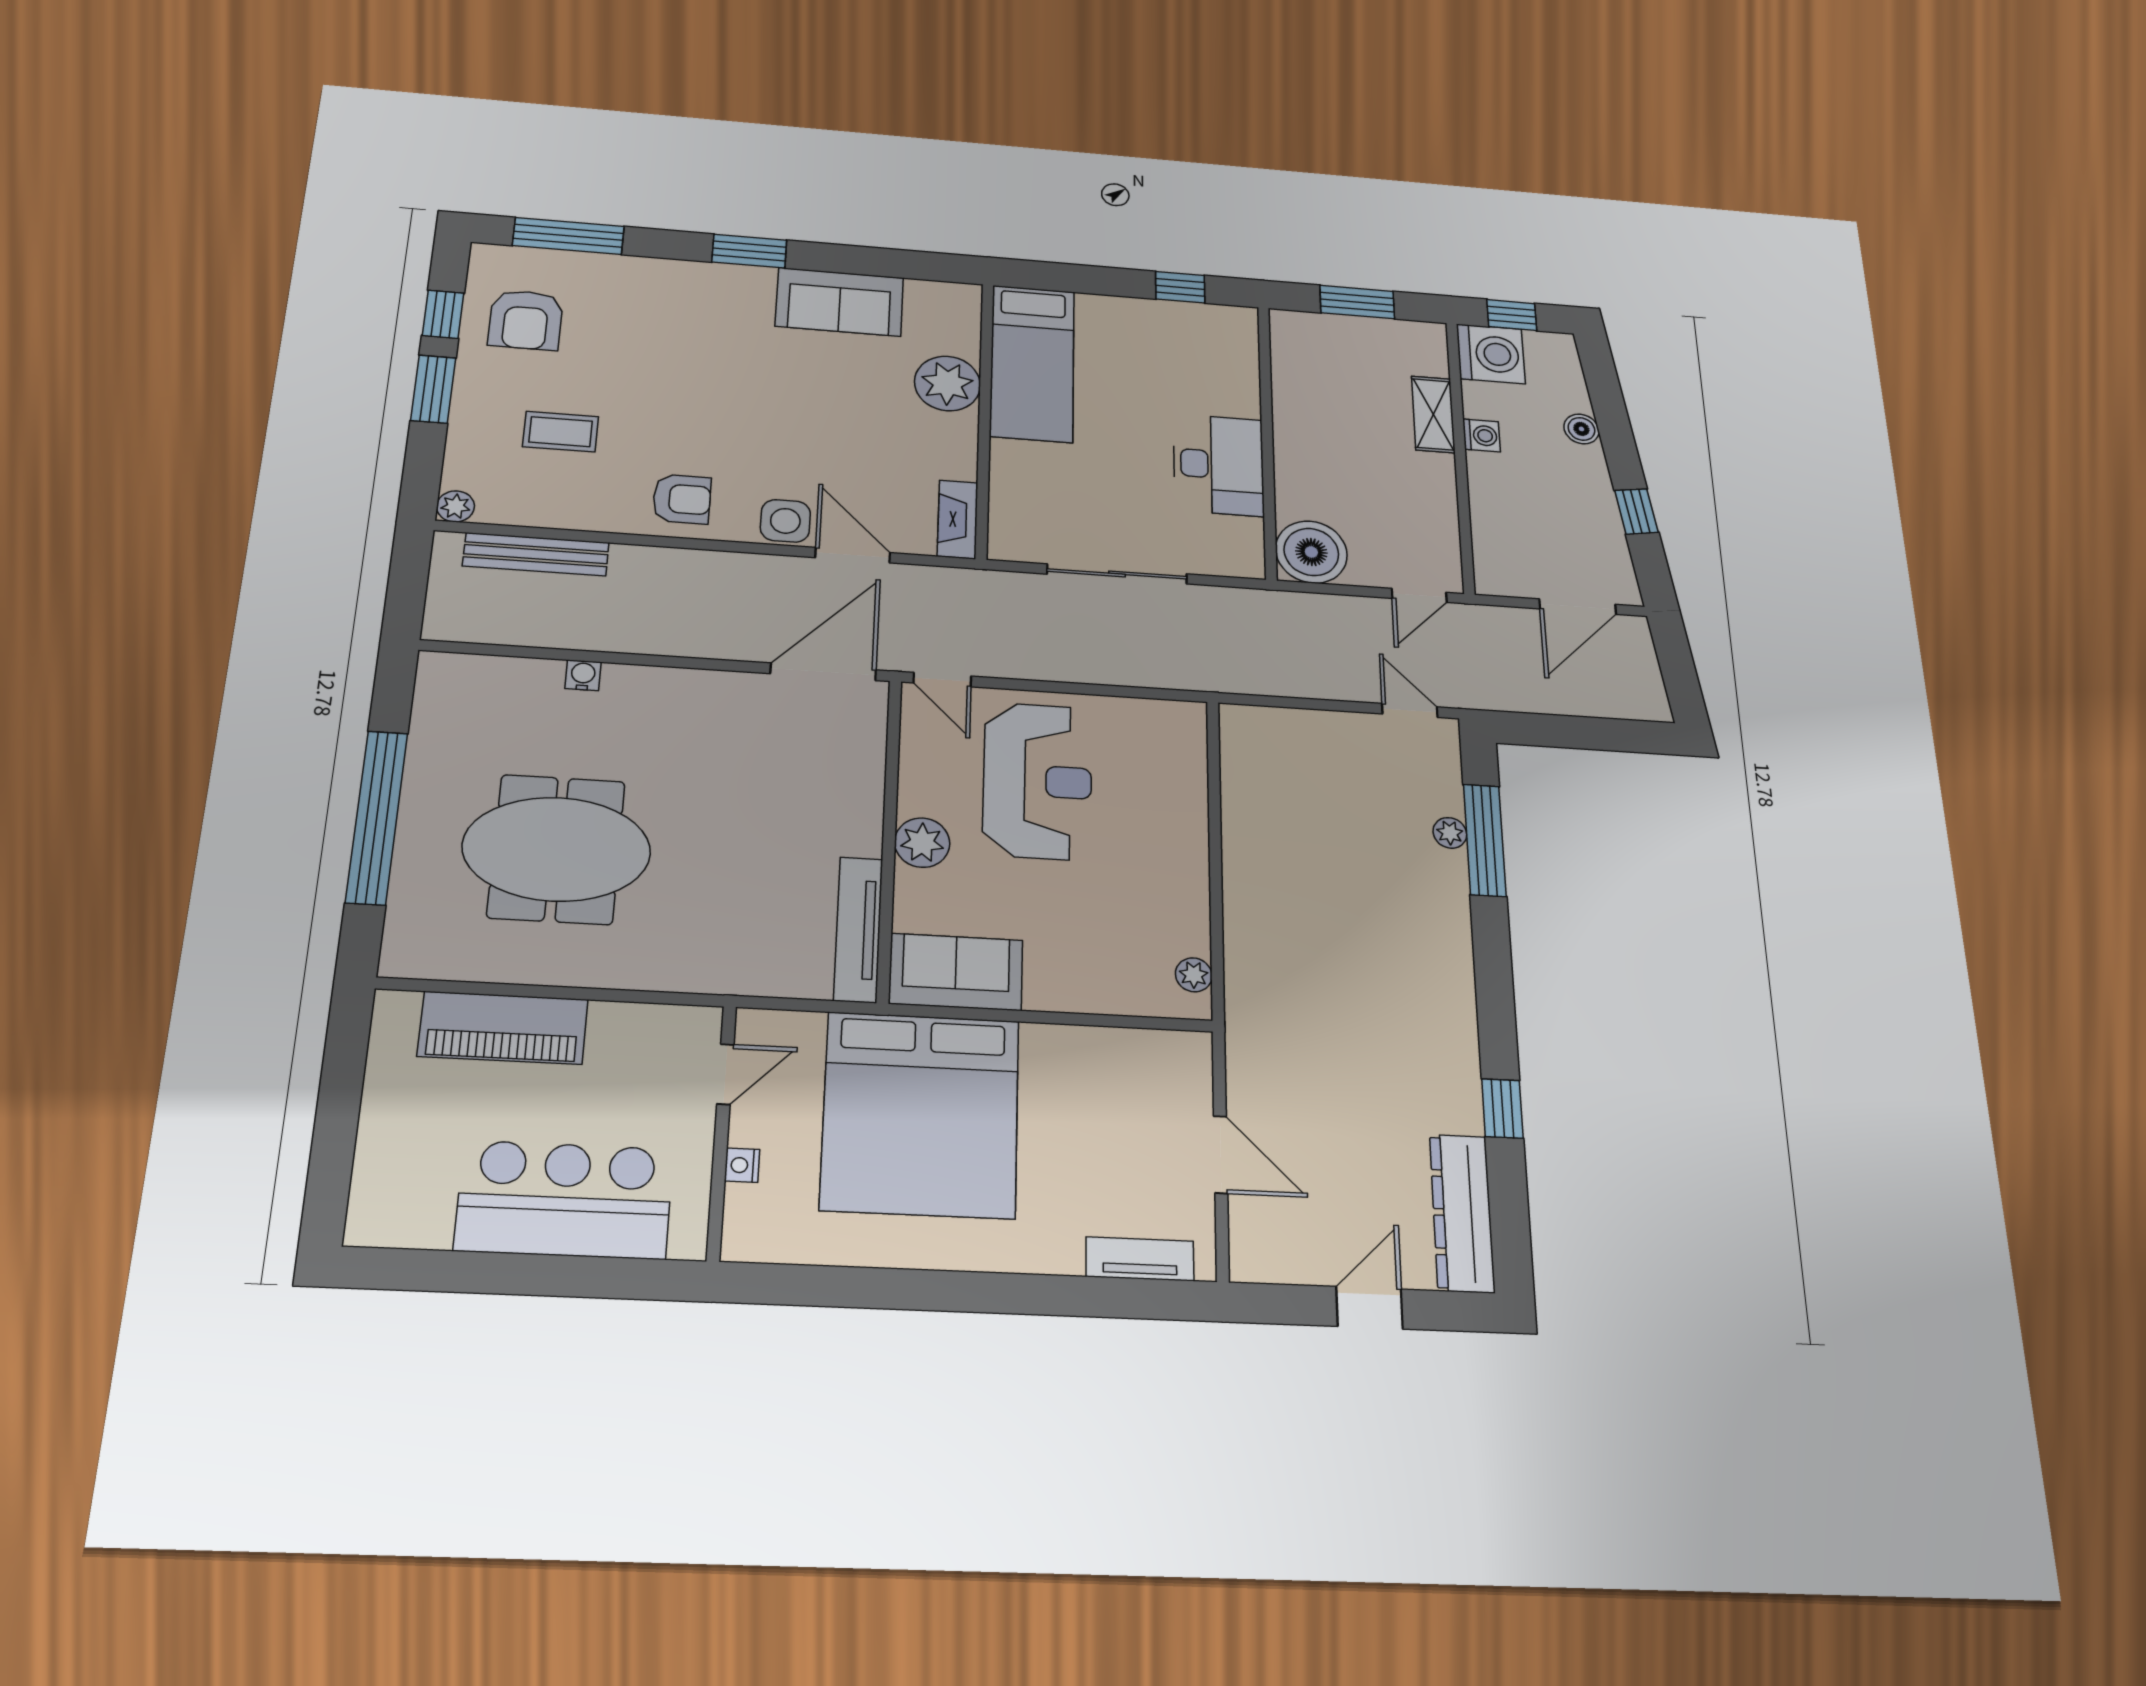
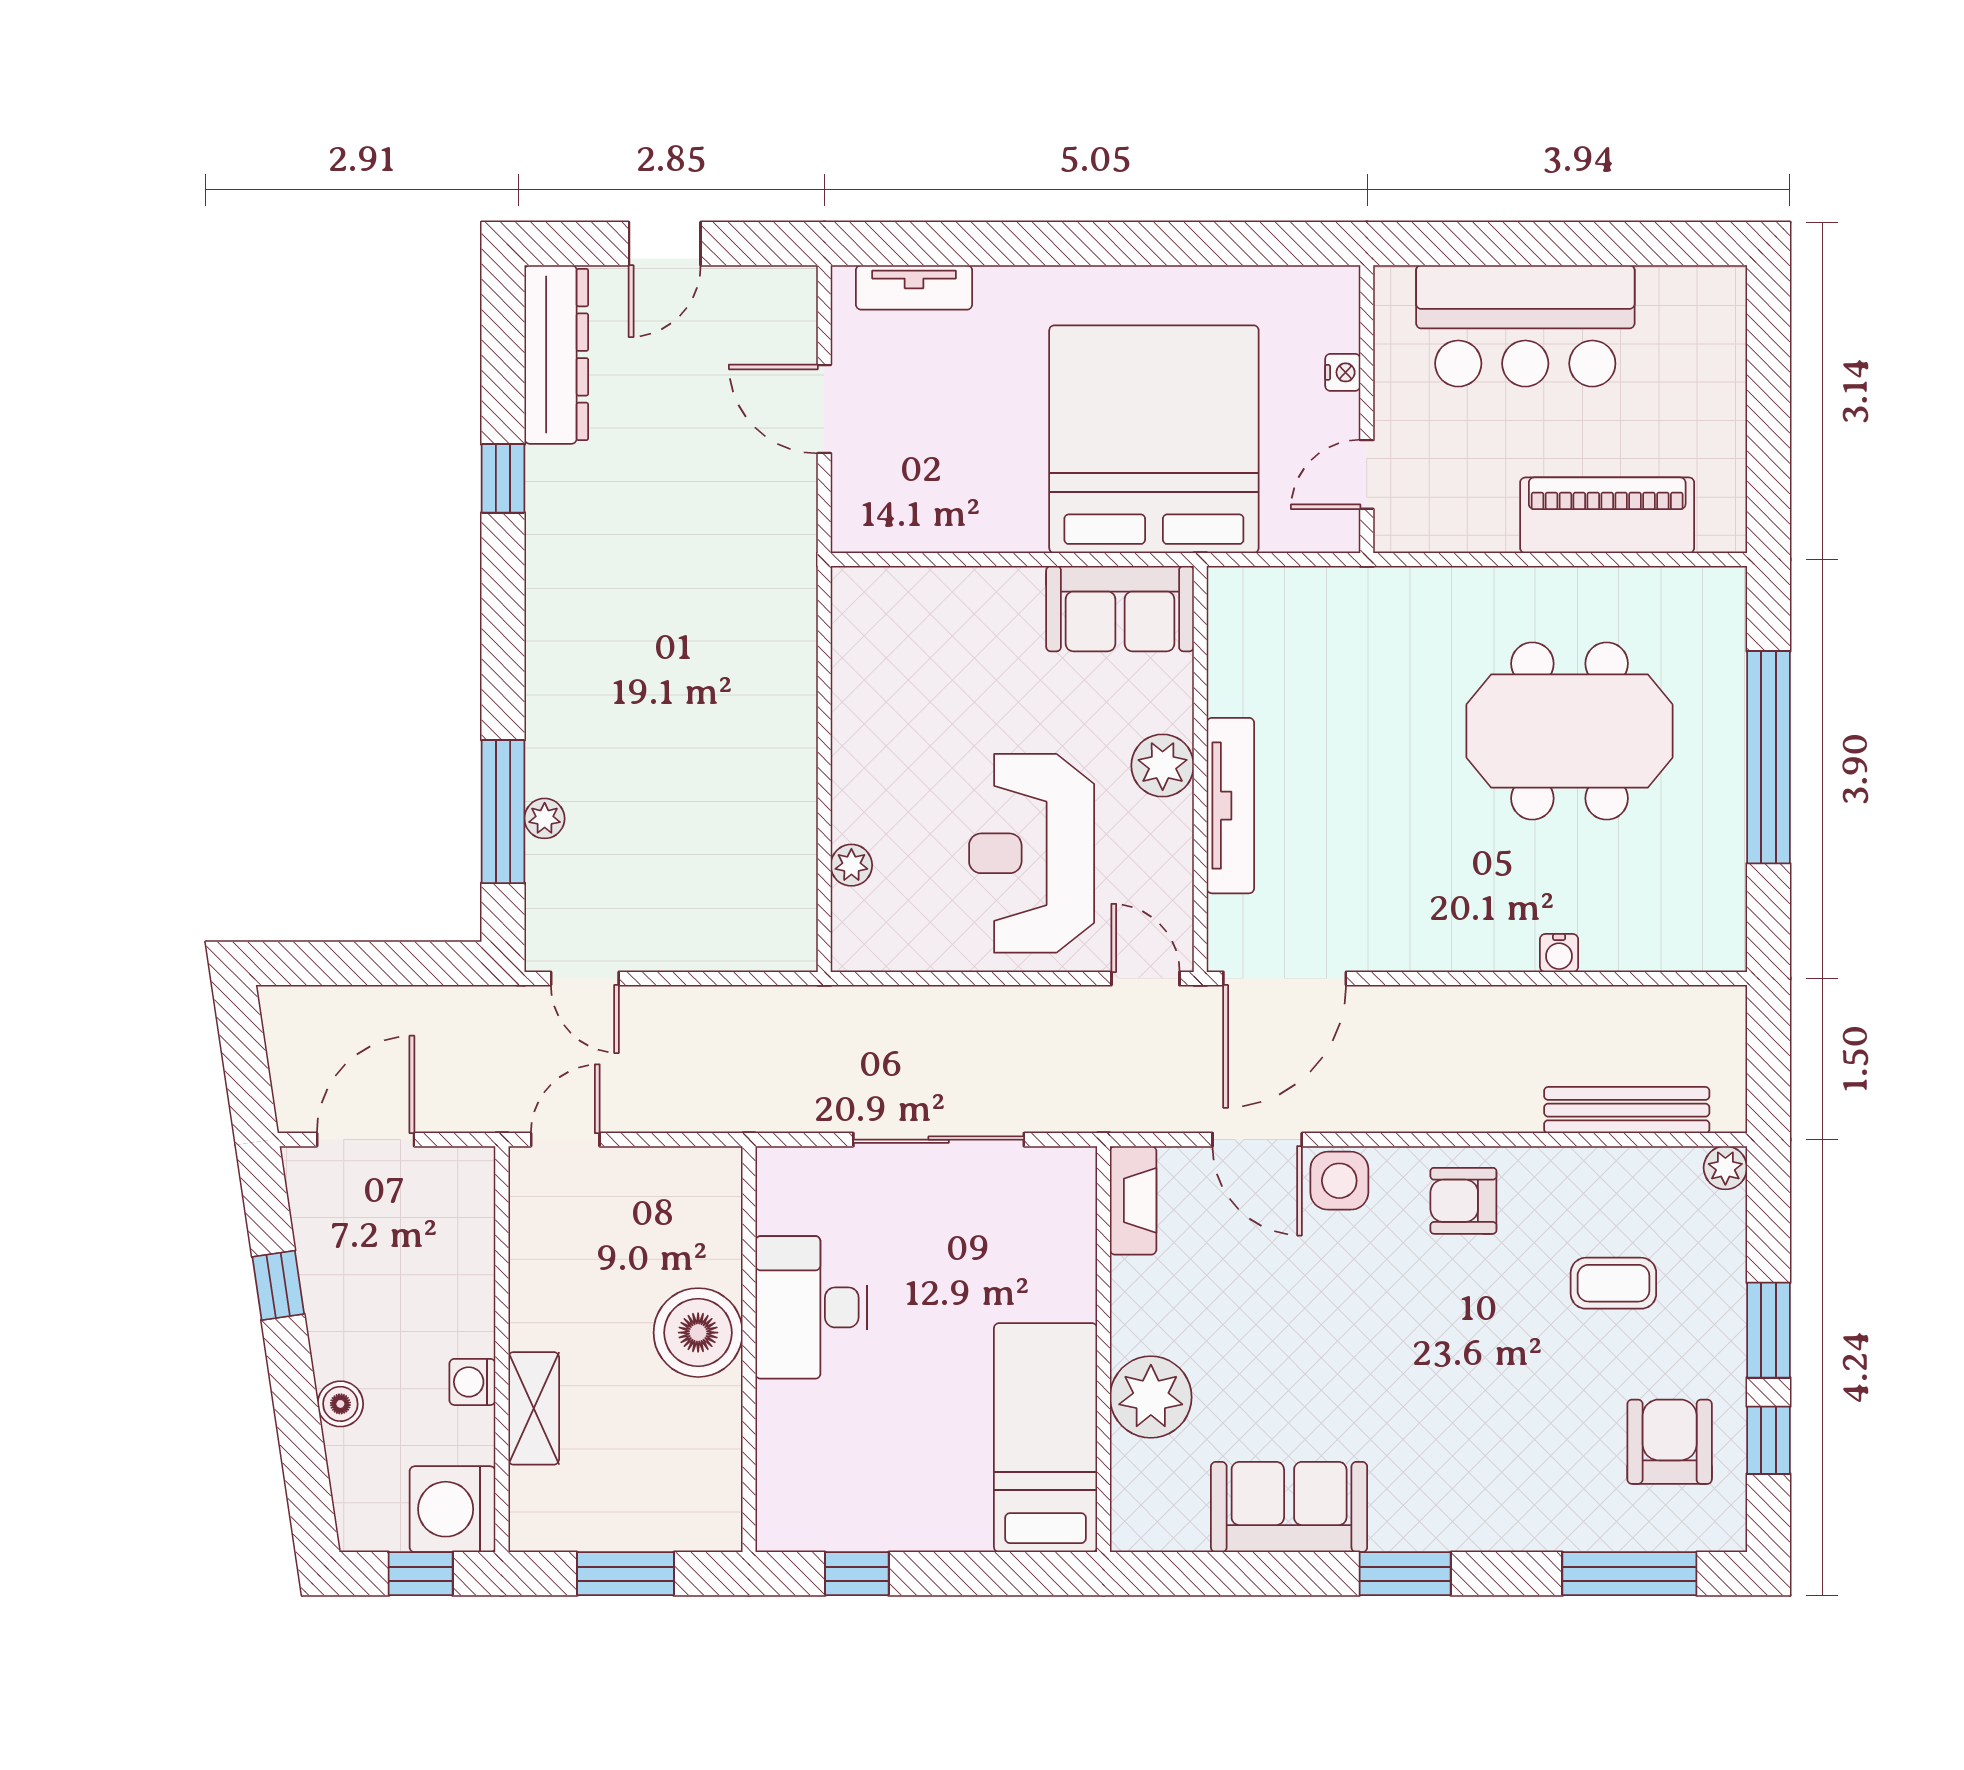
boiler: (1311, 552) -> (698, 1333), moved
tv unit: (858, 929) -> (1230, 806), moved
plant: (1194, 975) -> (851, 865), moved

